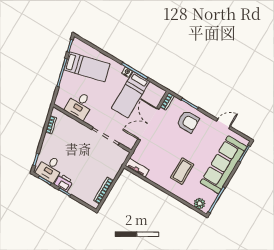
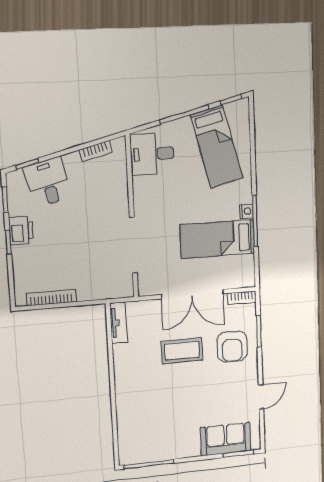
desk: (79, 105) -> (152, 154), moved
double door: (148, 124) -> (192, 294), swing flipped
door: (223, 124) -> (261, 397), hinge flipped
sofa: (223, 165) -> (226, 439), width x0.54, depth x0.79
desk: (50, 169) -> (48, 182), moved, turned 76
coffee table: (182, 171) -> (182, 351), moved
plant: (200, 204) -> (127, 445), removed

